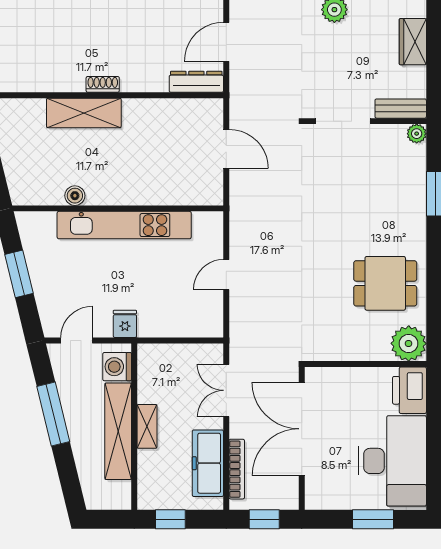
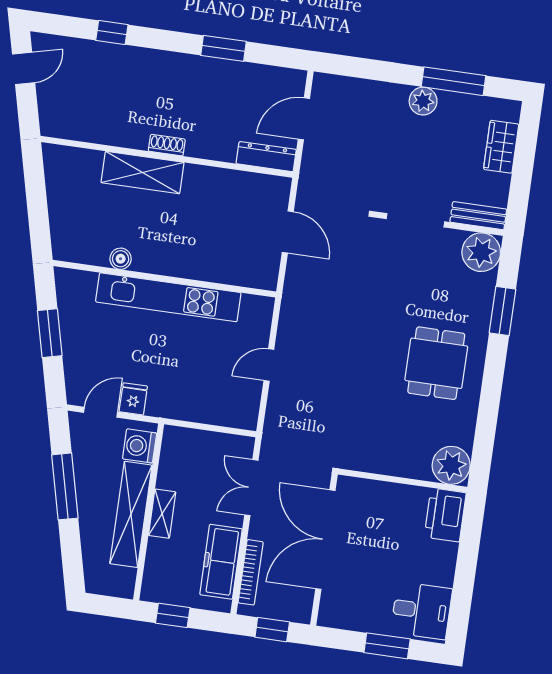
plant: (417, 134) -> (481, 252), width x1.87, depth x1.87
dining table: (385, 283) -> (436, 363), moved, turned 90
fridge: (125, 324) -> (133, 399), moved
desk: (392, 461) -> (421, 611), width x0.53, depth x0.77

